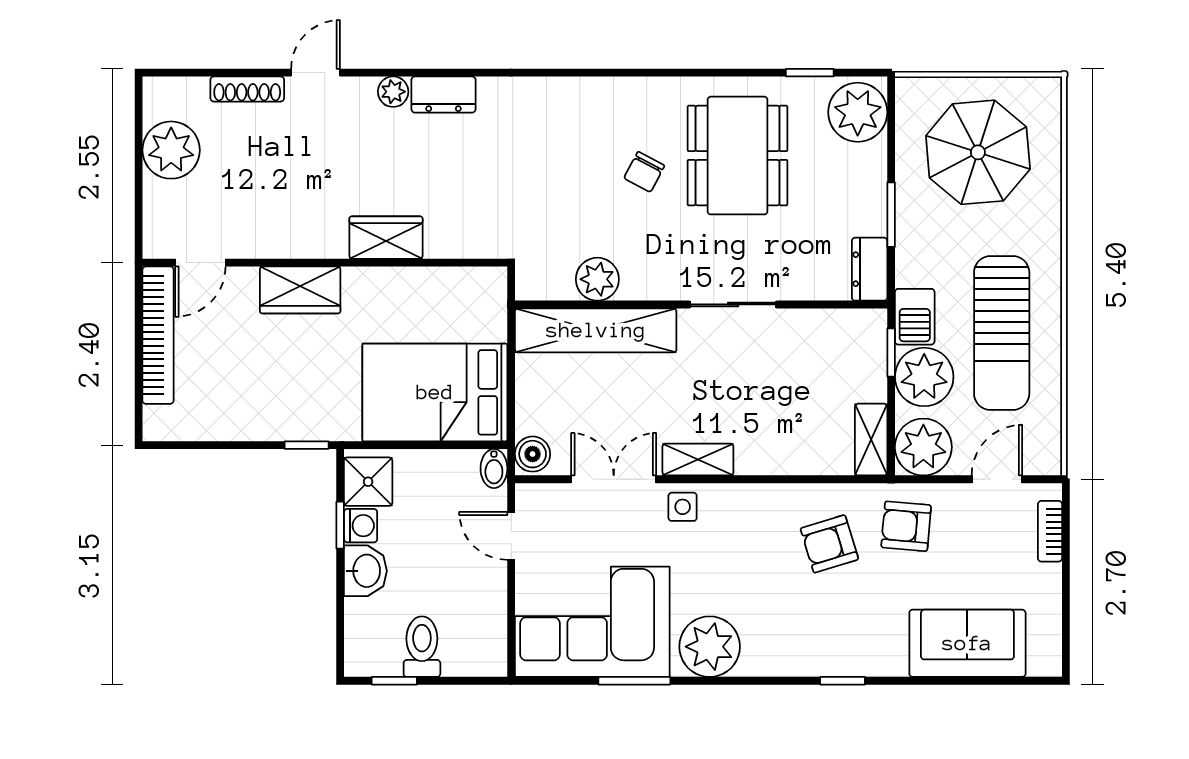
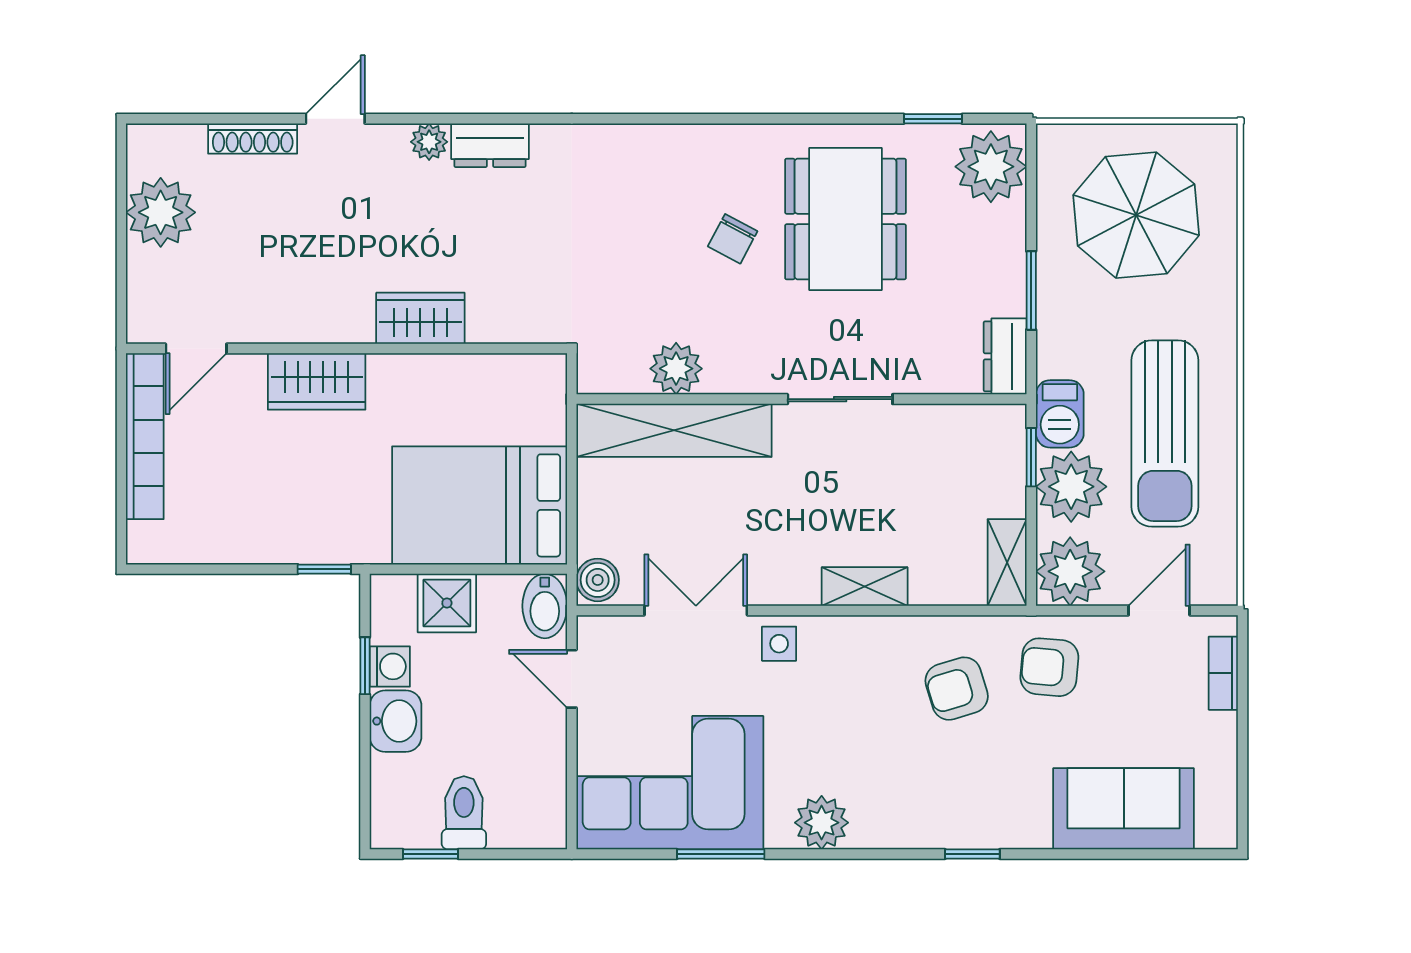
shelving: (698, 460) -> (865, 587), moved
bidet: (494, 469) -> (545, 606), width x1.38, depth x1.36
shower: (368, 482) -> (447, 603), moved
plant: (710, 647) -> (822, 823), width x0.73, depth x0.73

